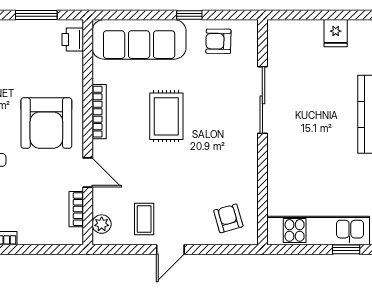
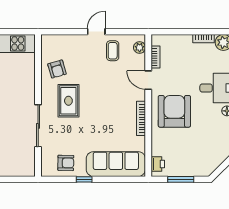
rug: (166, 116) -> (68, 101), moved
armchair: (228, 218) -> (57, 69), moved

